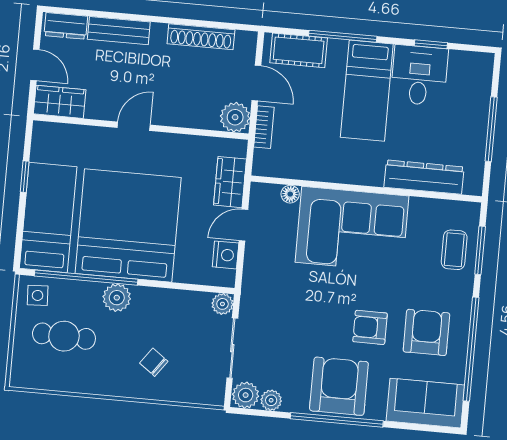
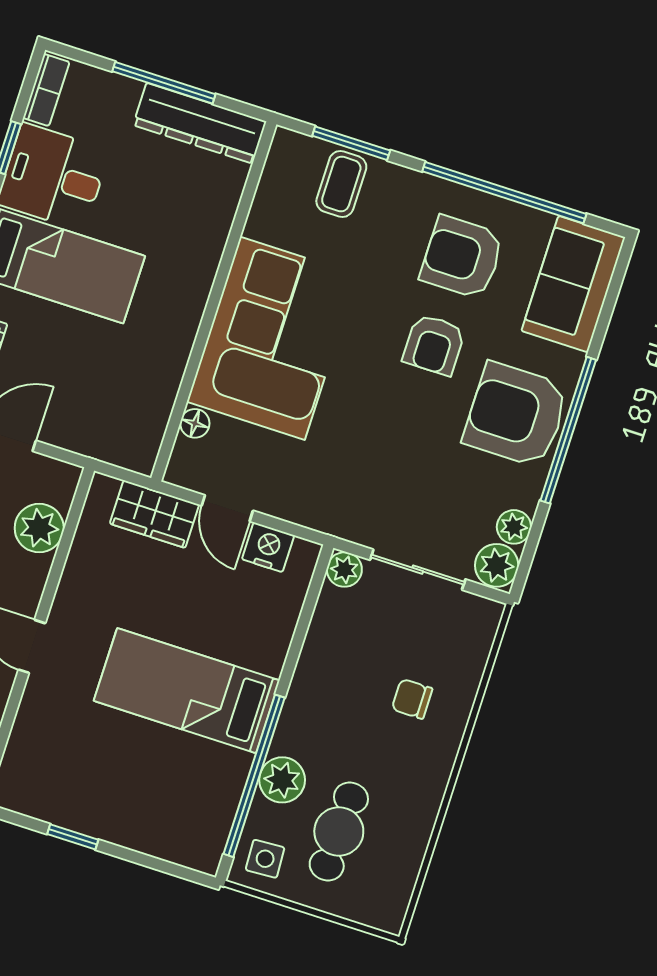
plant: (235, 117) -> (39, 528), moved
bookcase: (264, 127) -> (46, 90), moved, turned 90
dresser: (424, 177) -> (200, 123), moved, turned -90
bed: (48, 218) -> (146, 814), removed
bed: (128, 225) -> (187, 691), width x0.49
coffee table: (454, 250) -> (341, 184), turned 90
plant: (117, 298) -> (282, 780), moved
chair: (154, 362) -> (412, 699), turned 54

